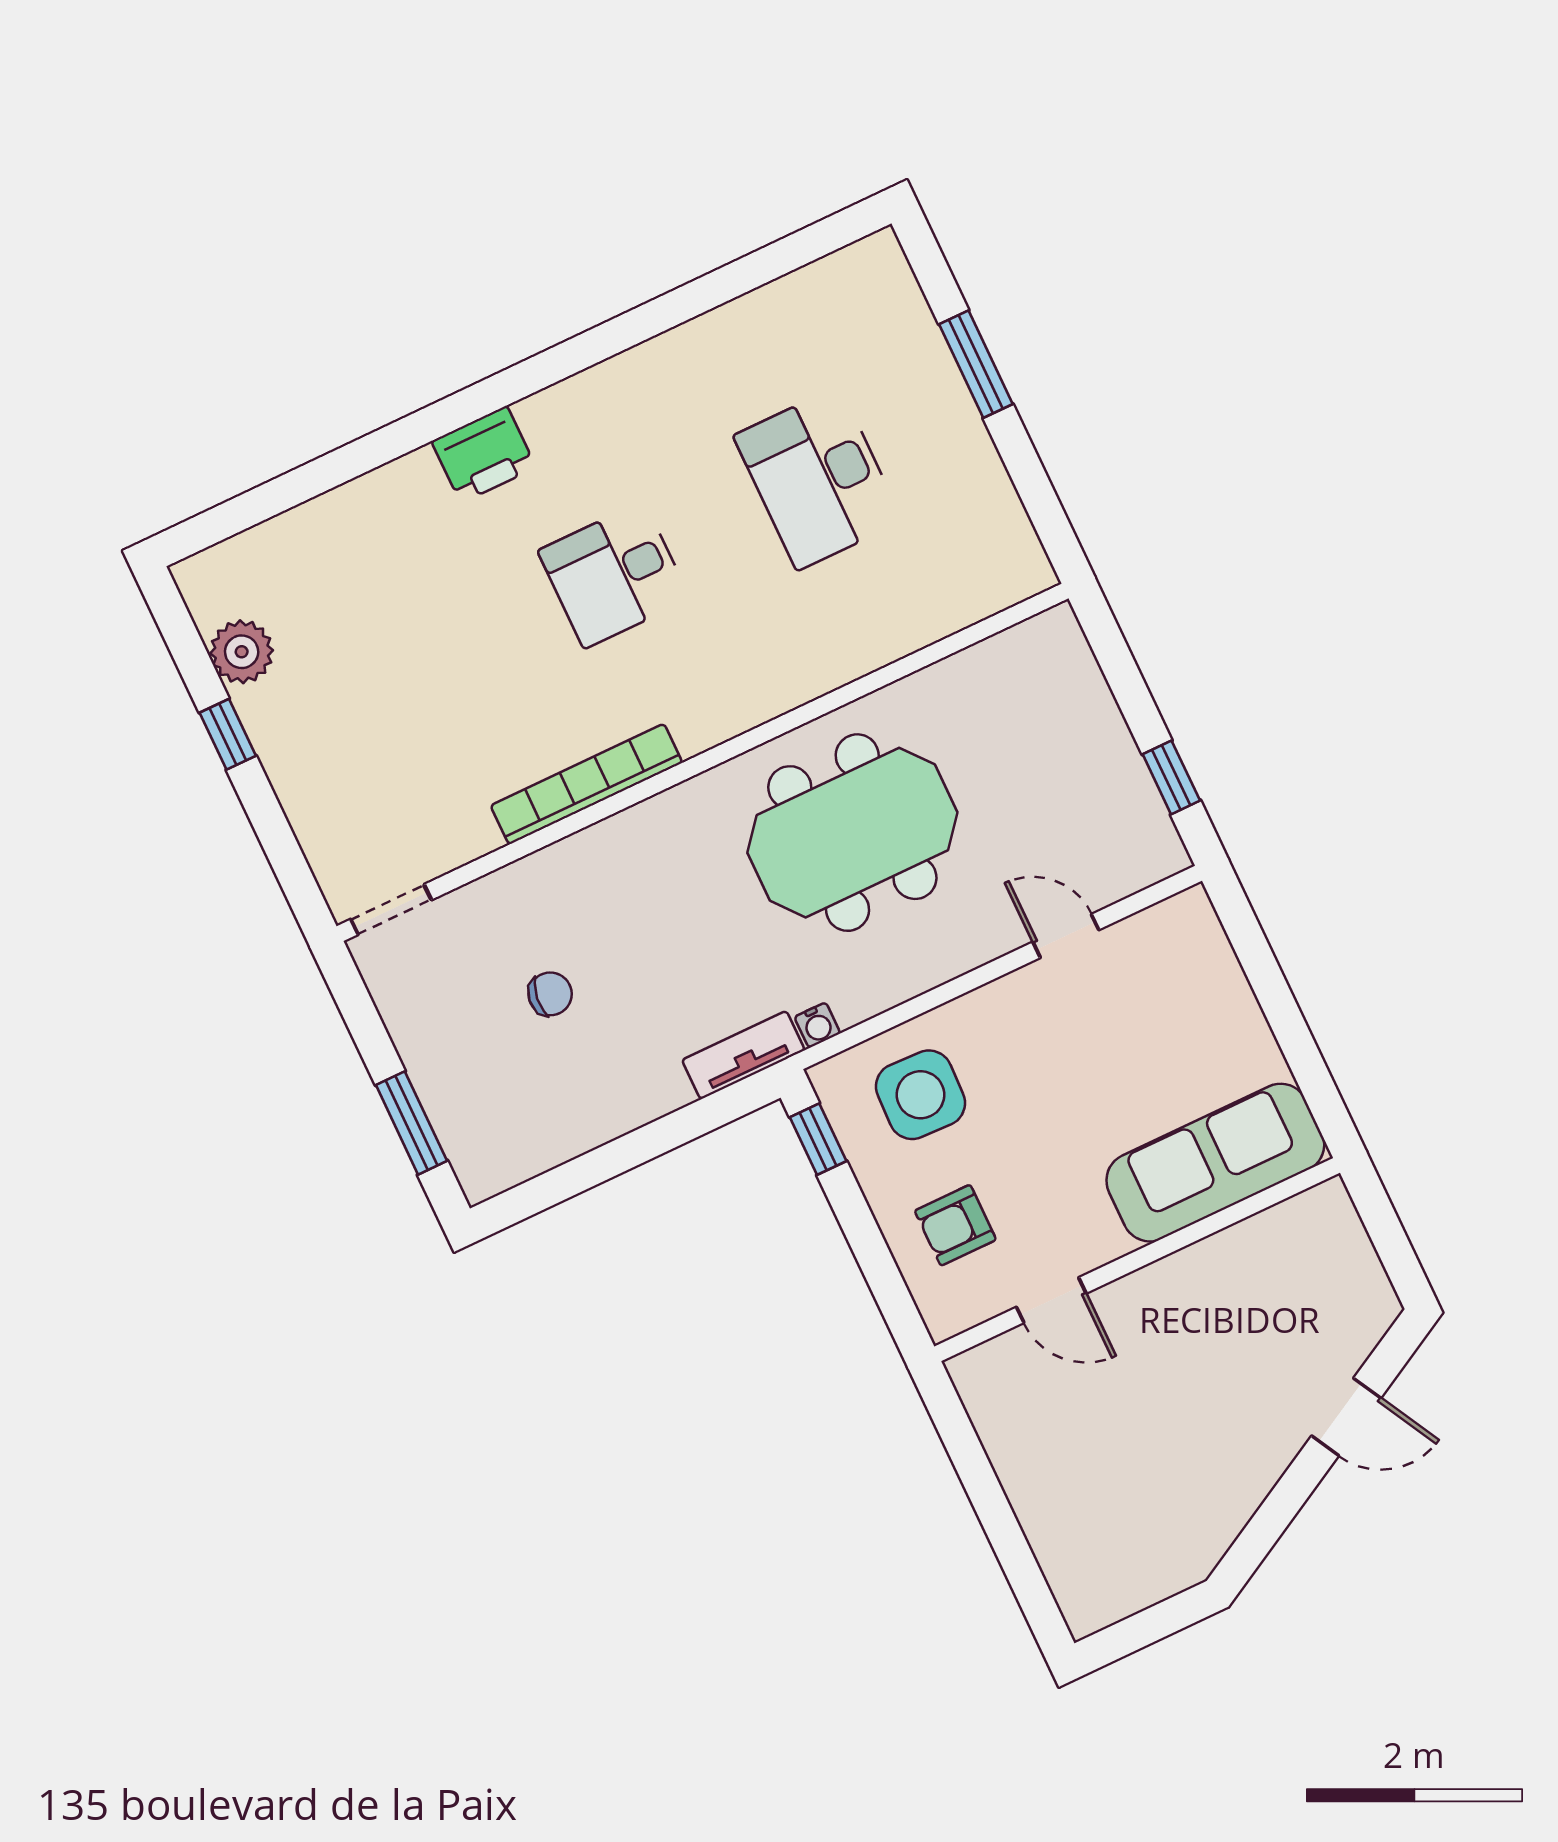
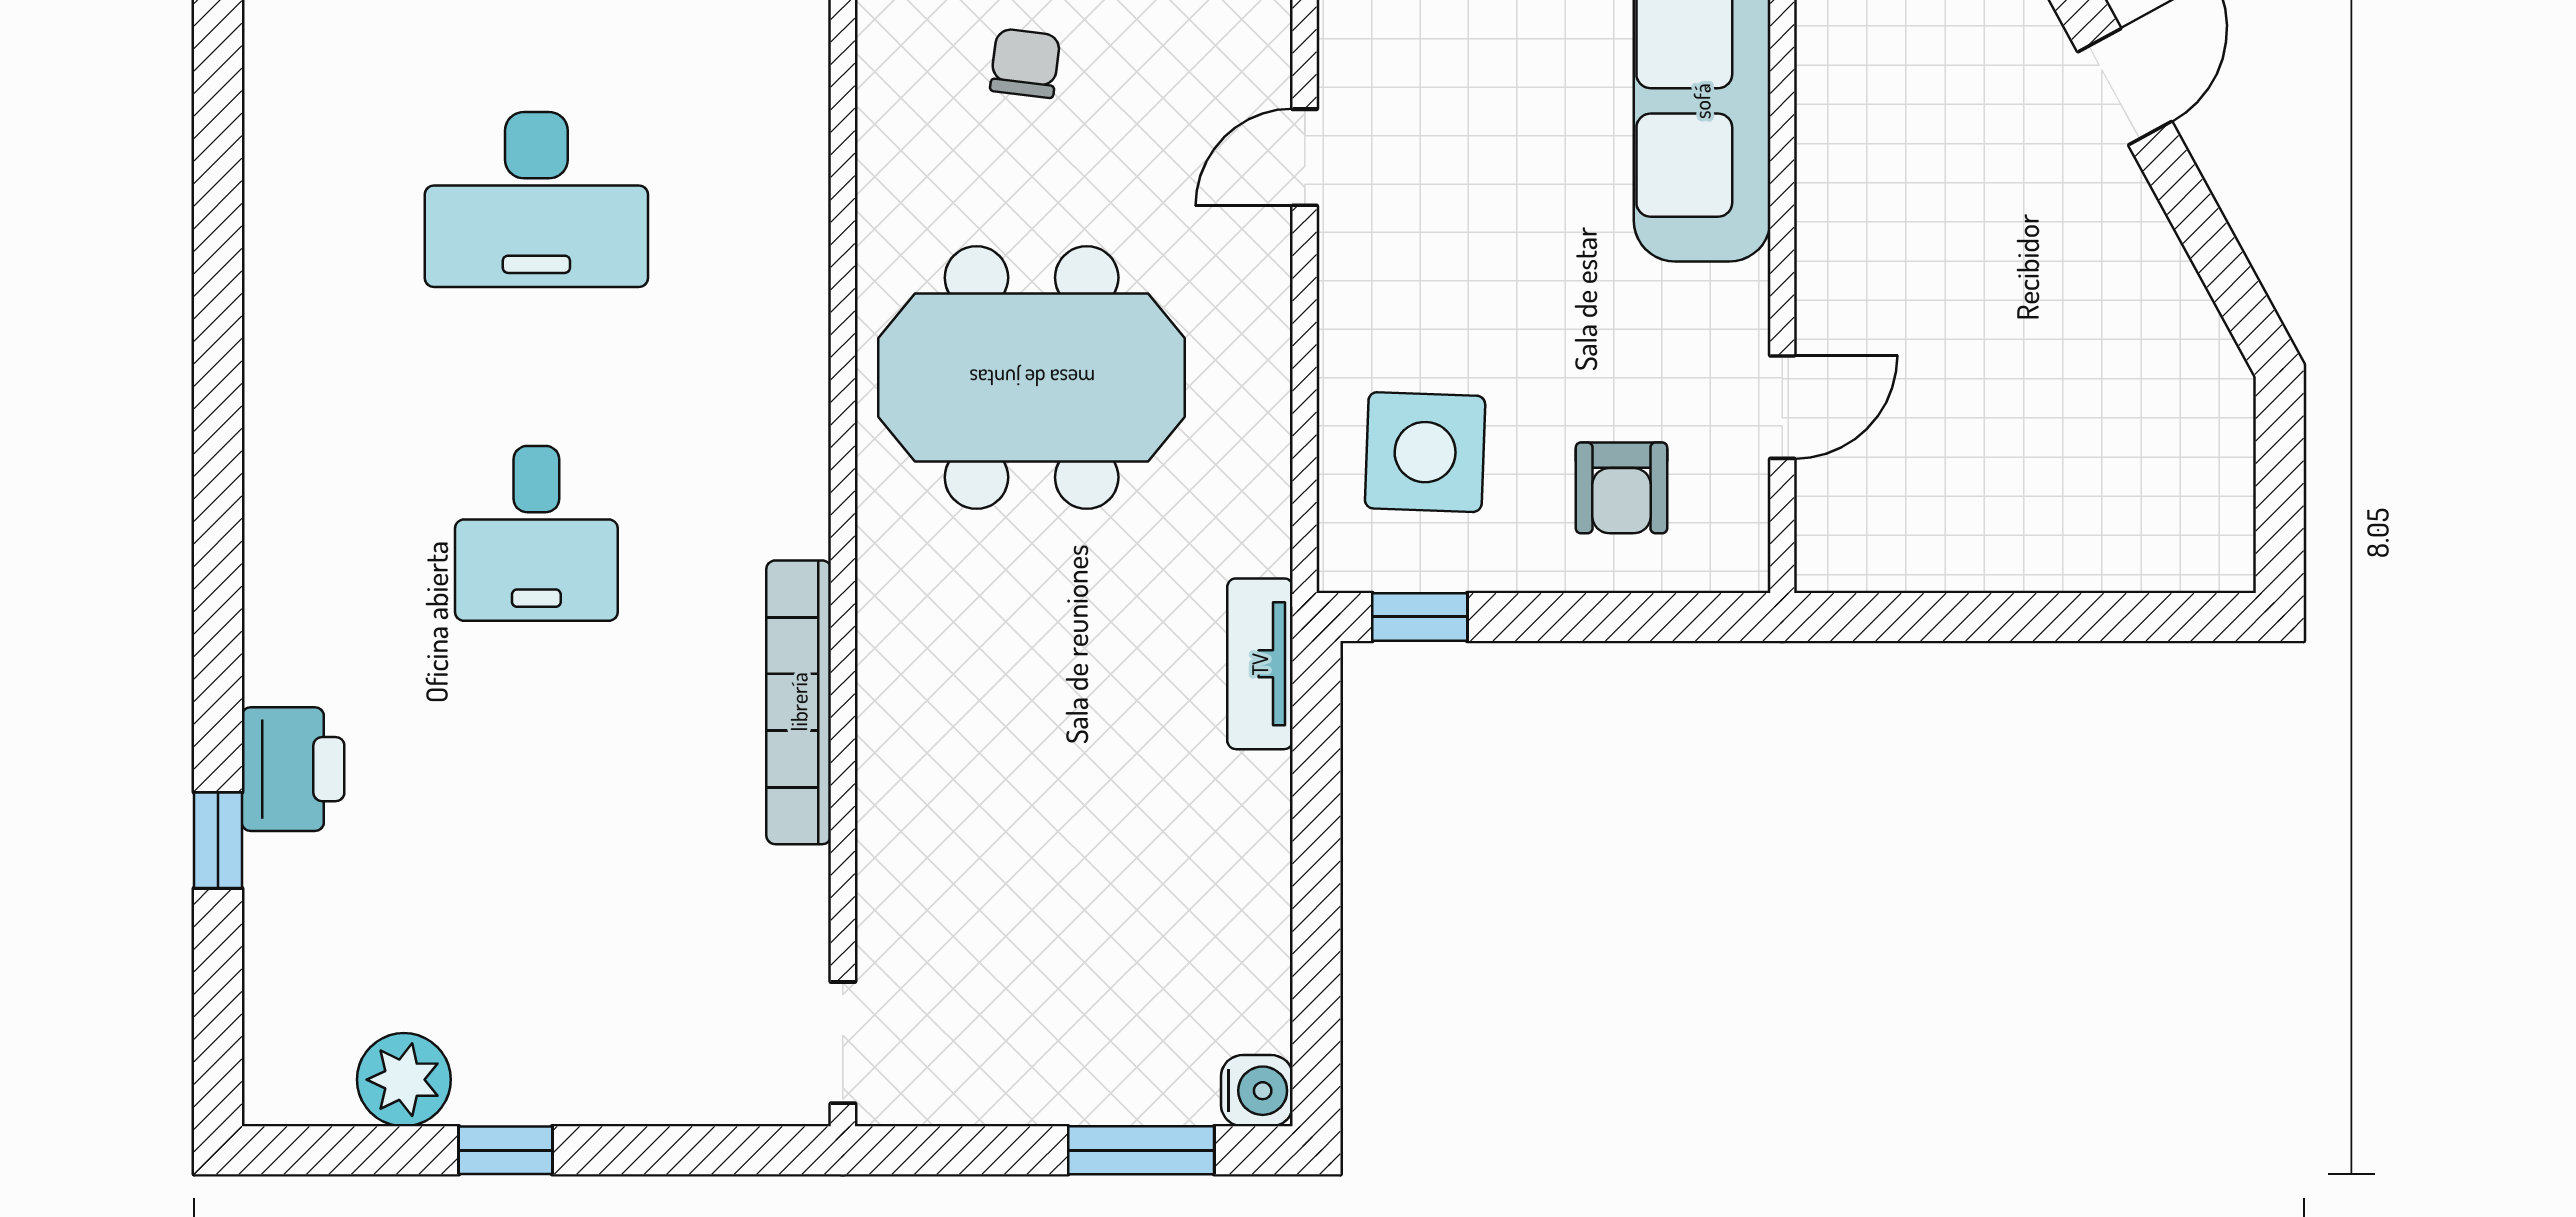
printer: (484, 454) -> (293, 769), moved
window: (334, 469) -> (218, 840), added
meeting table: (852, 833) -> (1032, 378), turned 90
chair: (550, 994) -> (1025, 63), moved
water cooler: (817, 1025) -> (1257, 1091), moved, width x1.38, depth x1.38

